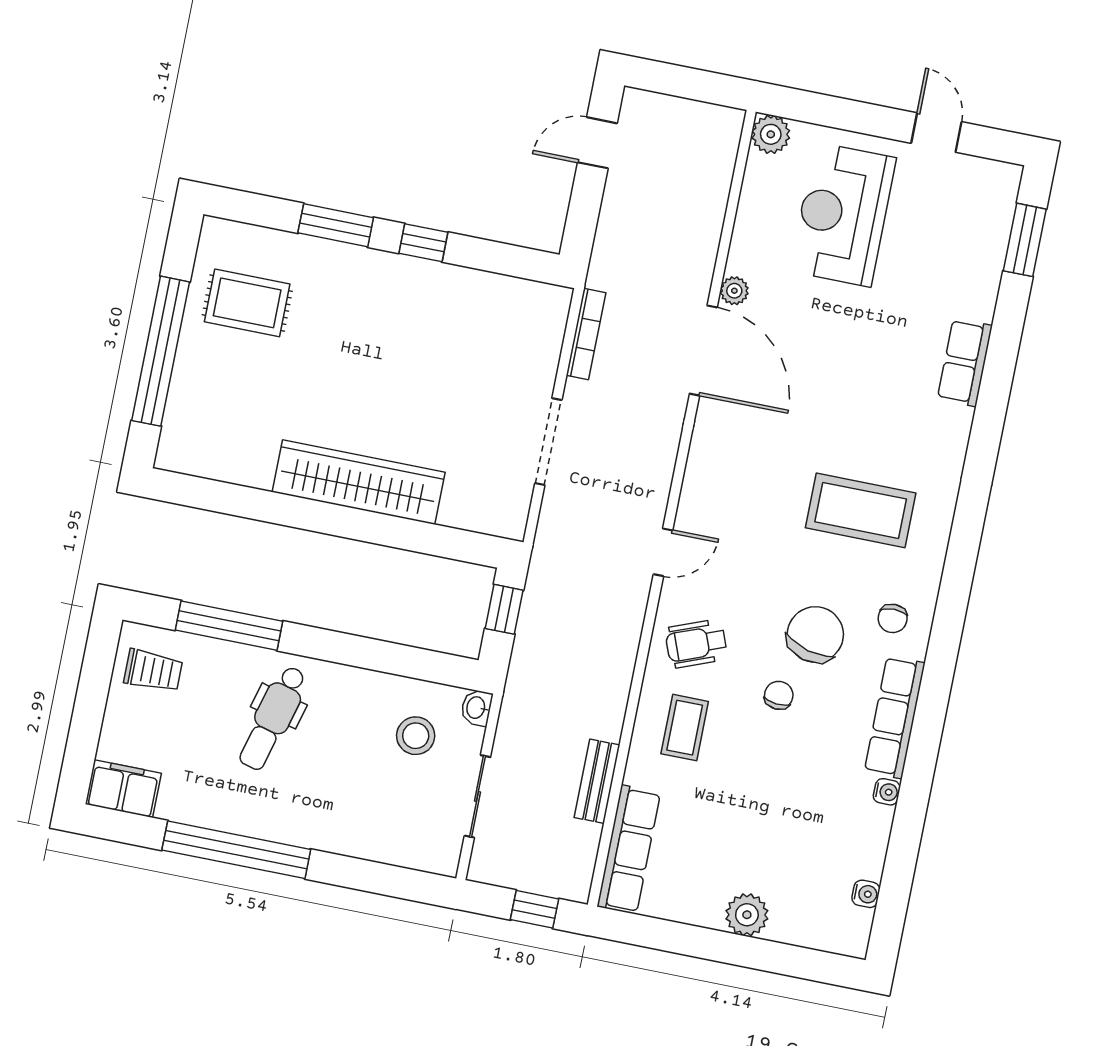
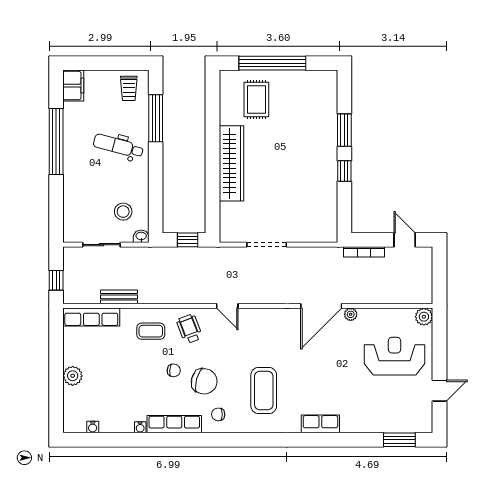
rug: (247, 303) -> (256, 99), moved
bookcase: (586, 334) -> (364, 252), moved
row of seats: (965, 362) -> (320, 424), moved

